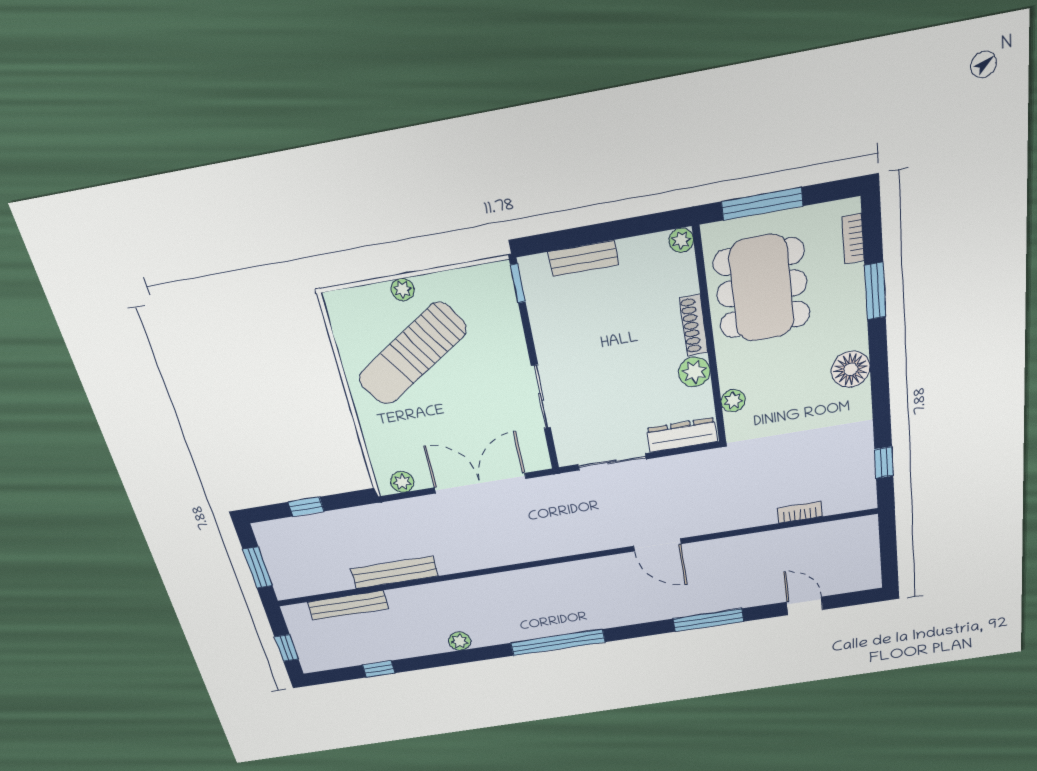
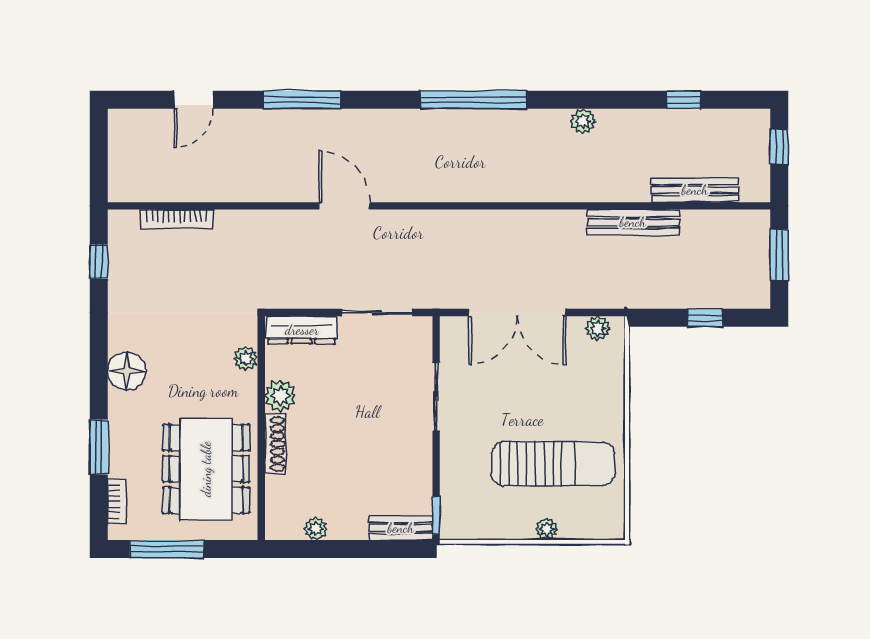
window: (762, 204) -> (167, 549), moved
plant: (681, 240) -> (316, 529), moved
bench: (583, 258) -> (401, 528), moved
sun lounger: (412, 354) -> (553, 464), turned 33
bookcase: (800, 512) -> (176, 219), width x1.56
door: (805, 606) -> (194, 100), hinge flipped

